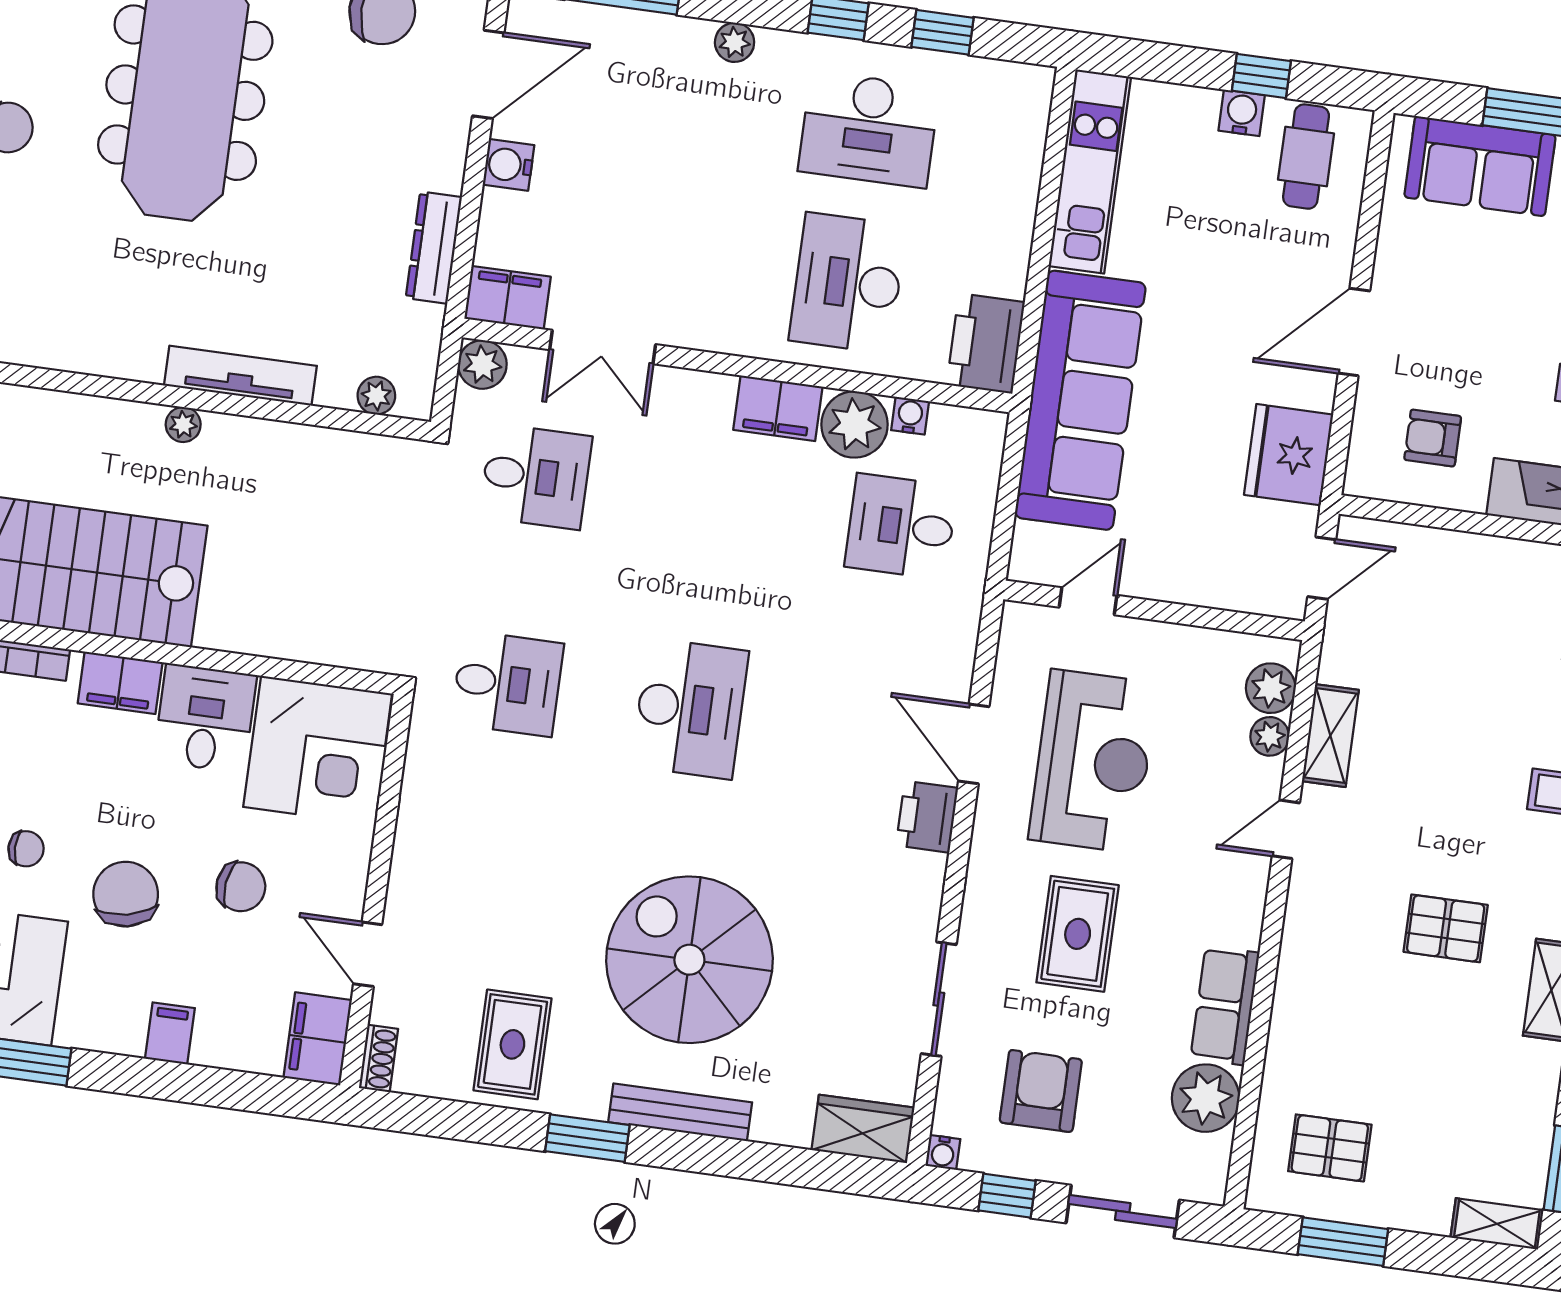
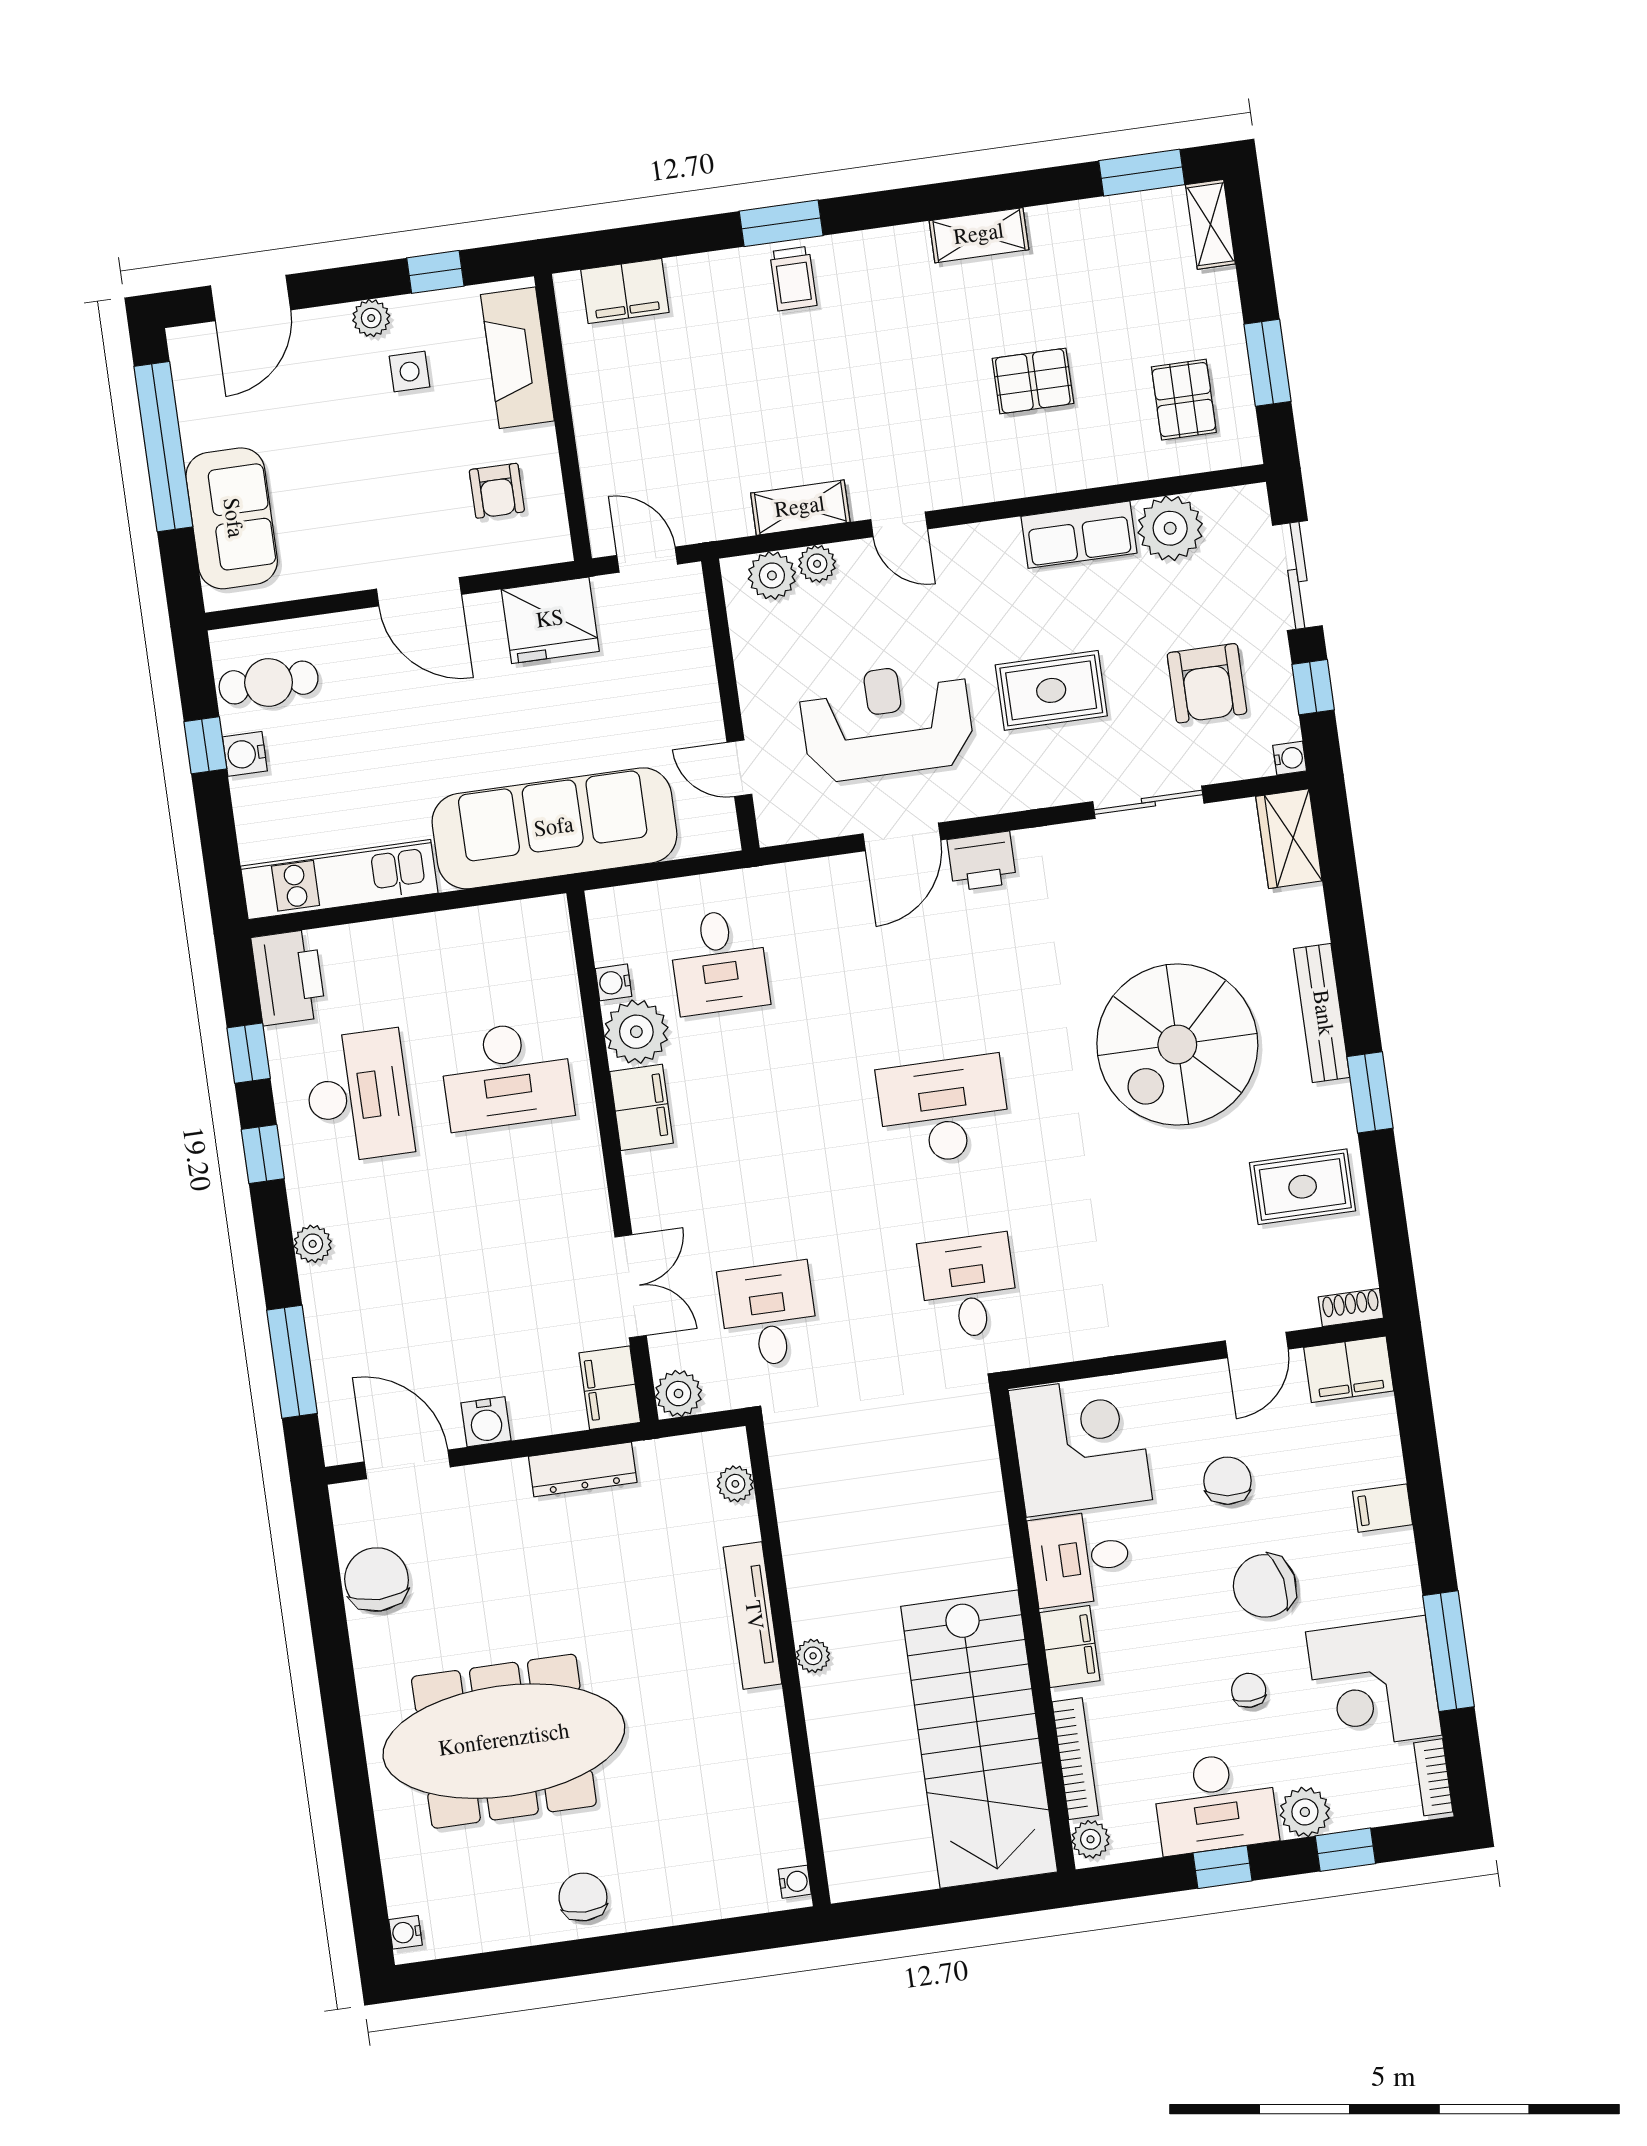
printer: (986, 343) -> (289, 977), moved, turned -90
pallet: (1446, 928) -> (1033, 381), moved, turned 90
armchair: (1041, 1091) -> (1207, 683), turned -90

